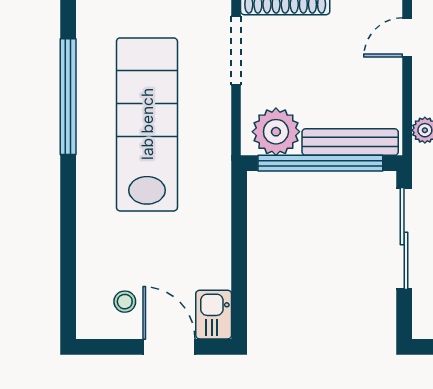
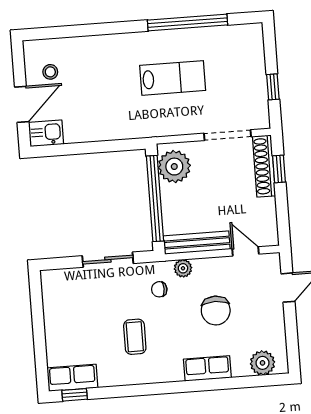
lab bench: (147, 124) -> (173, 78), width x0.54, depth x0.72
bench: (350, 142) -> (197, 243), moved, turned 90
sliding door: (404, 239) -> (108, 260), width x0.73

